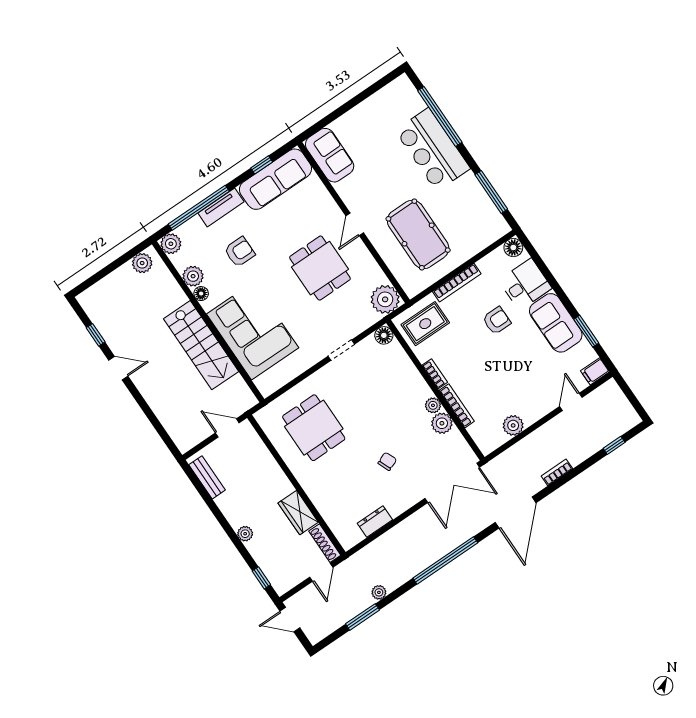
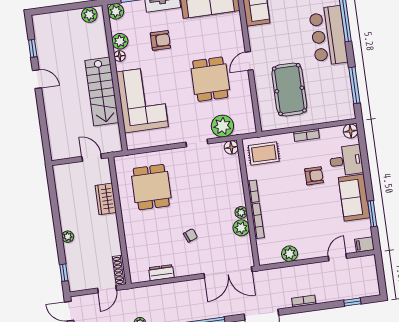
bookcase: (457, 283) -> (306, 135), width x0.64
plant: (385, 299) -> (222, 126), moved
bench: (207, 477) -> (61, 185), removed
wardrobe: (298, 513) -> (106, 199), moved

